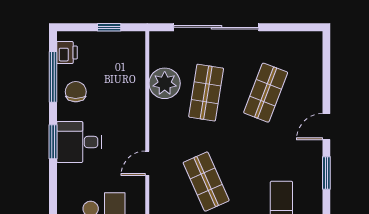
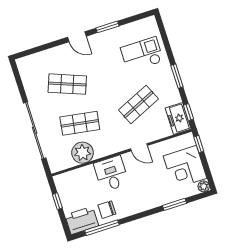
printer: (67, 53) -> (82, 220), width x1.87, depth x1.48
window: (53, 142) -> (174, 204), moved
desk: (79, 142) -> (111, 174), moved, turned 180

